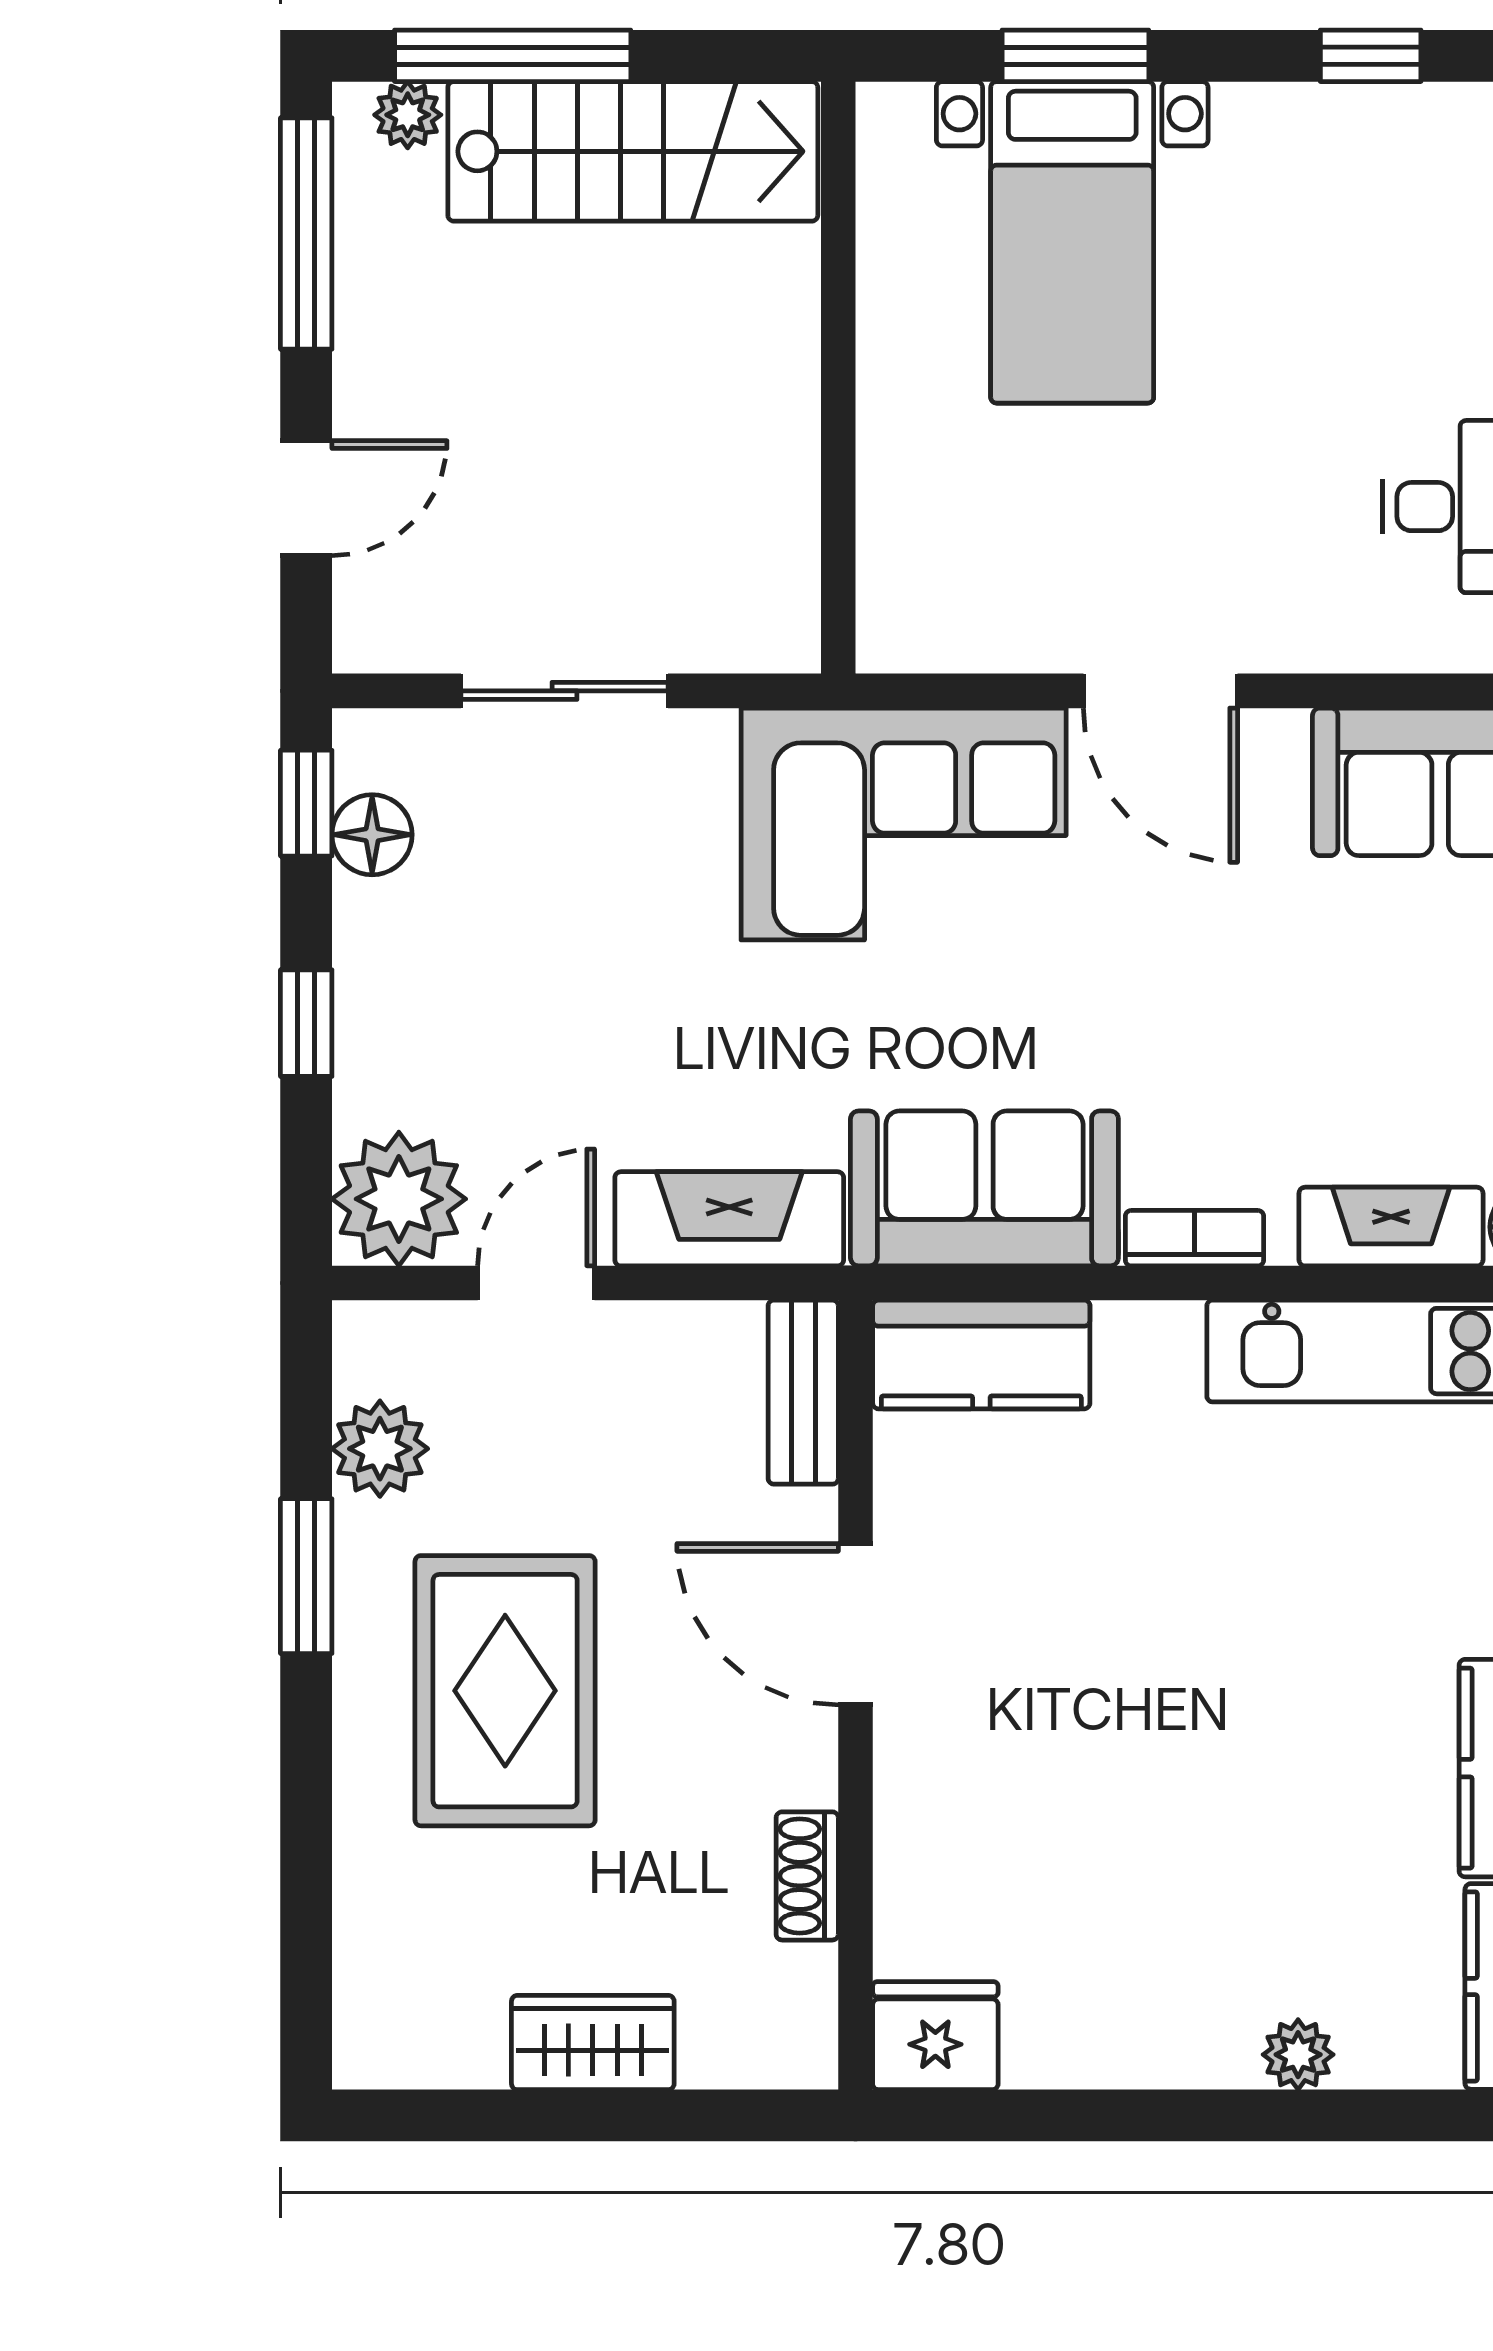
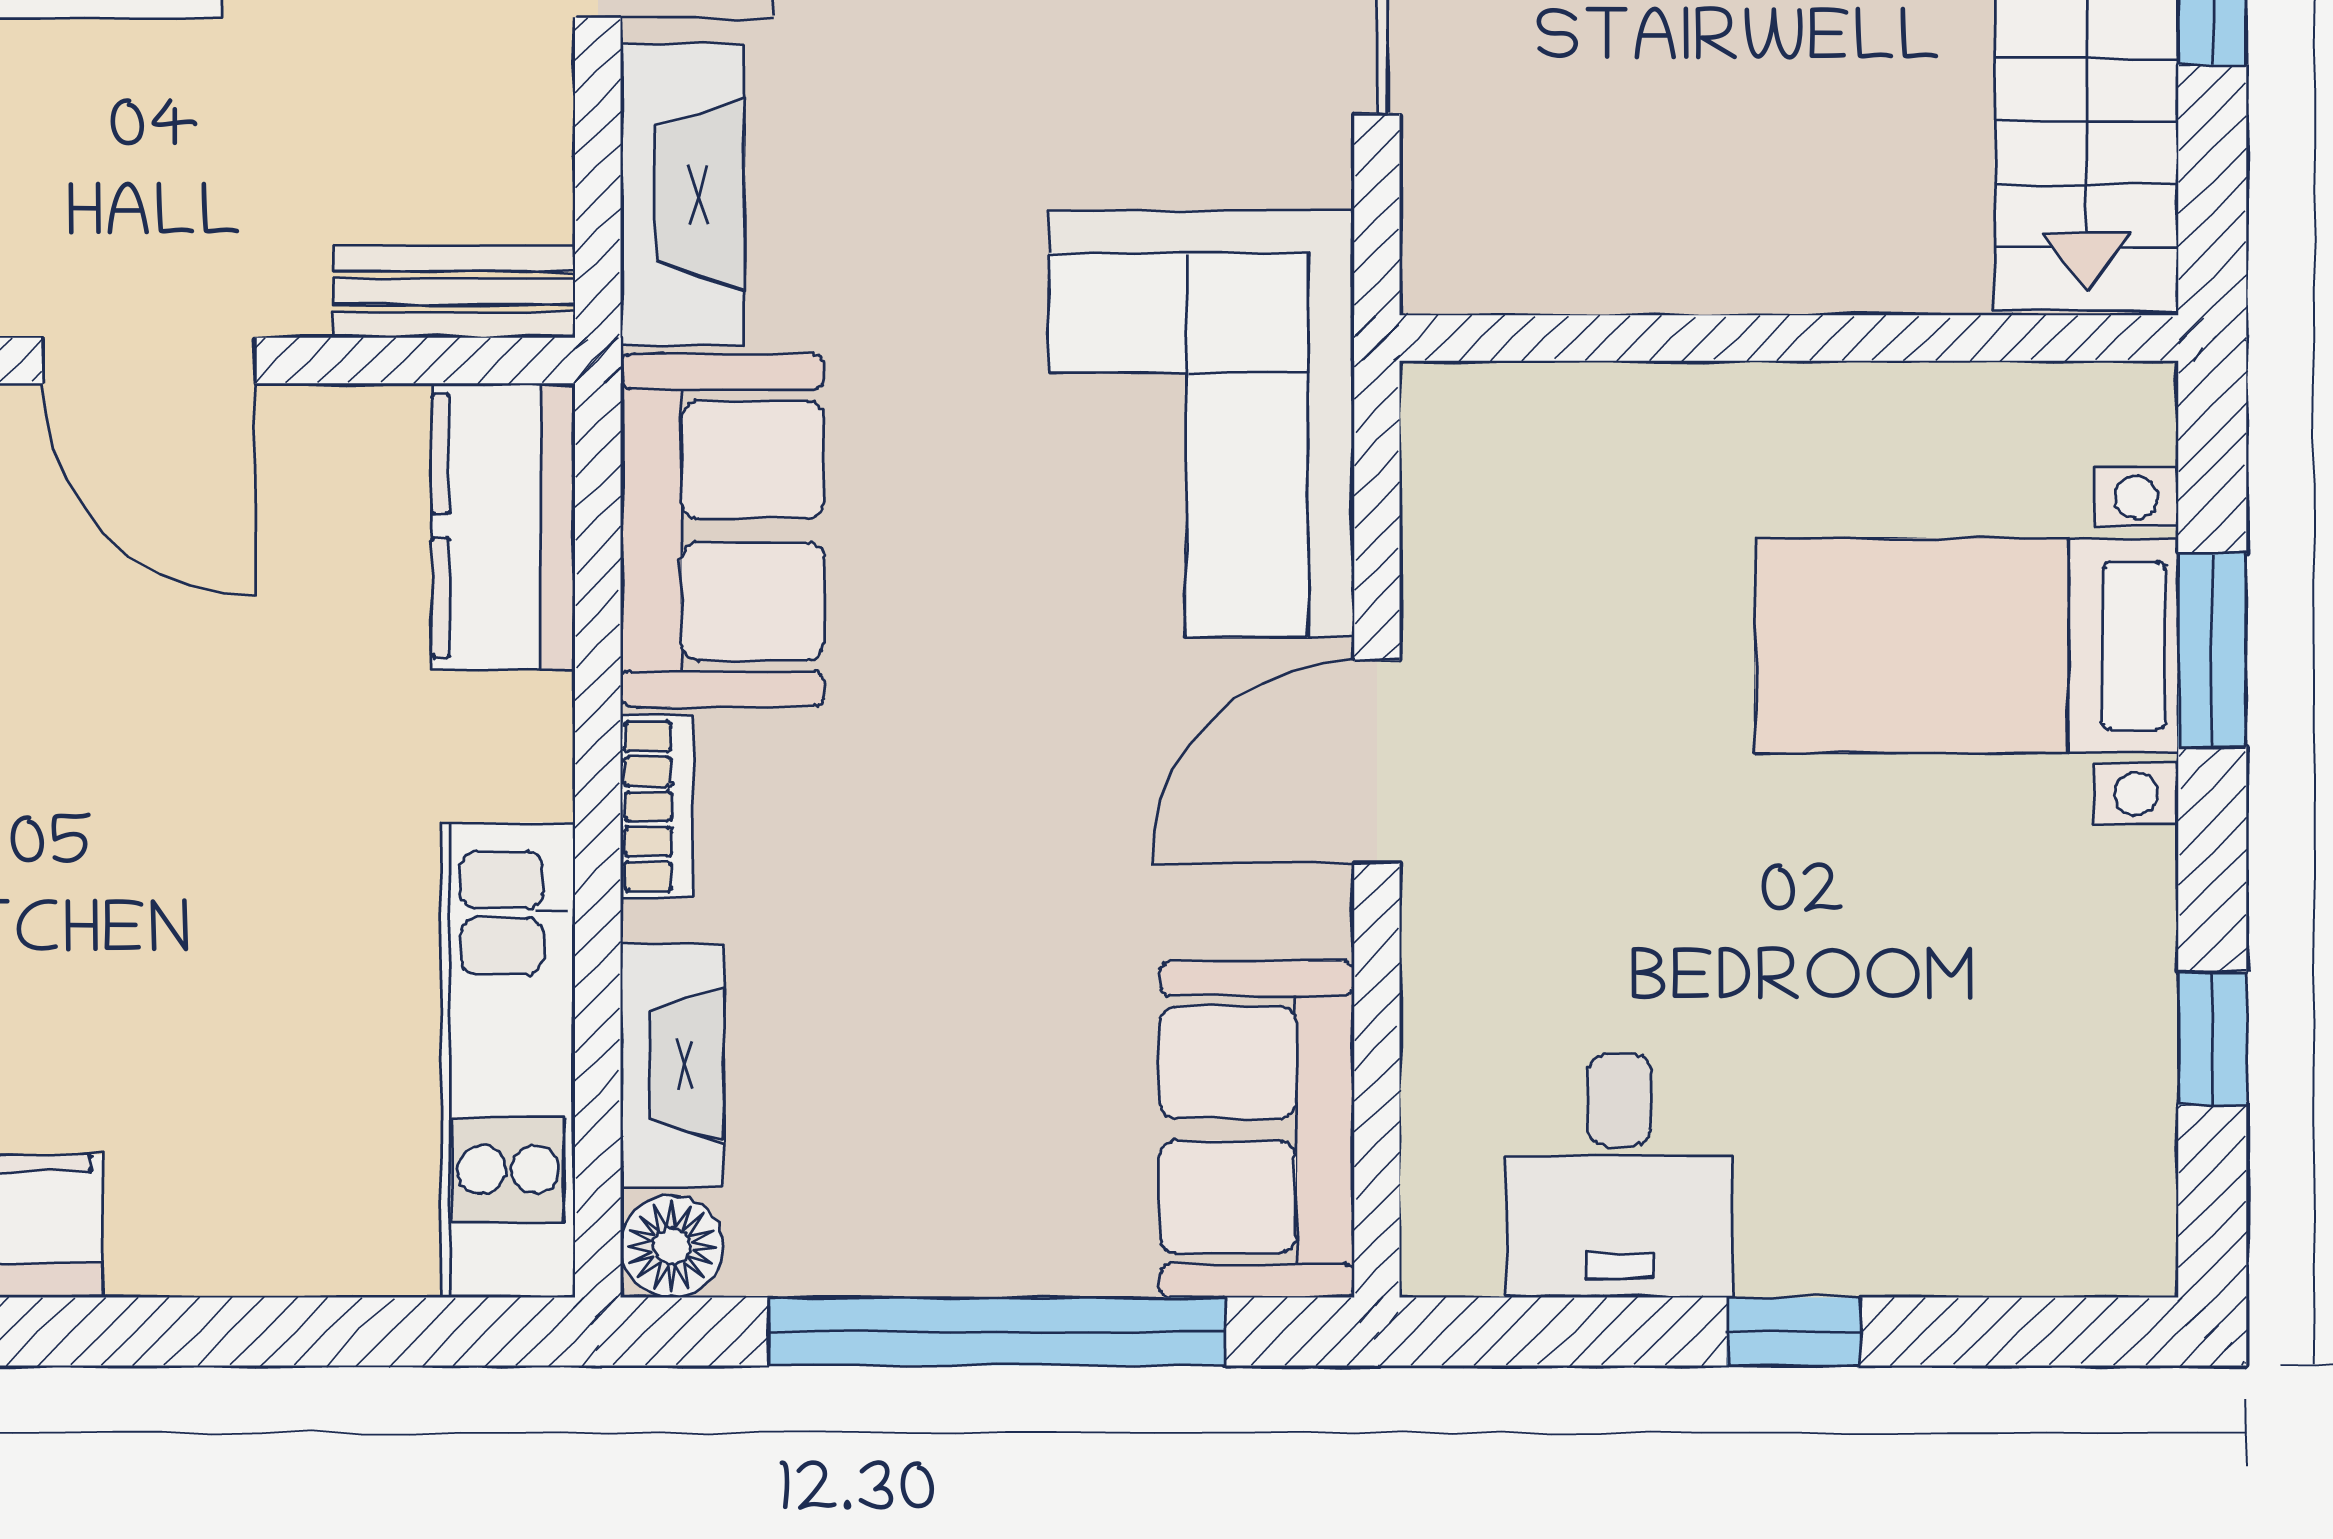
door: (855, 1624) -> (149, 361), swing flipped

